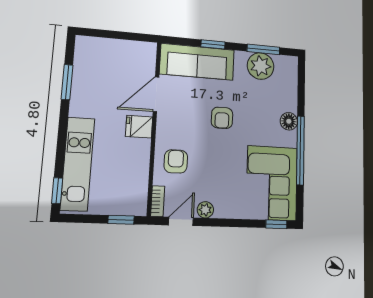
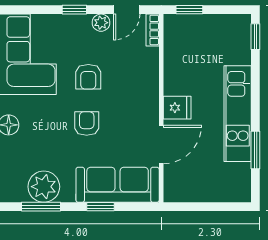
armchair: (176, 161) -> (88, 77), moved
kitchen unit: (78, 164) -> (238, 114), moved
window: (276, 224) -> (74, 10), moved

